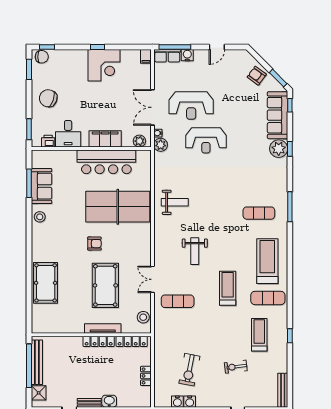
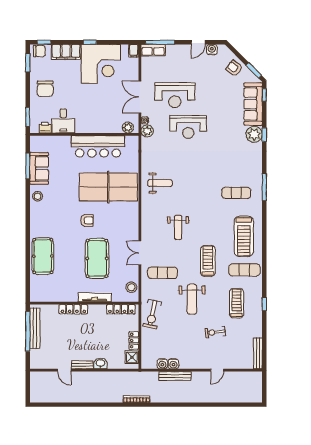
water cooler: (187, 55) -> (212, 50), moved
corner desk: (104, 65) -> (101, 64), width x1.36, depth x1.36
chair: (48, 98) -> (45, 89), turned -110
filing cabinet: (105, 139) -> (66, 52), moved, turned 180
treadmill: (267, 261) -> (244, 236), turned 180
weight bench: (210, 330) -> (192, 299), added
locker: (99, 341) -> (73, 309), moved
exercise bike: (189, 370) -> (152, 314), moved
shower: (39, 393) -> (132, 357), moved

